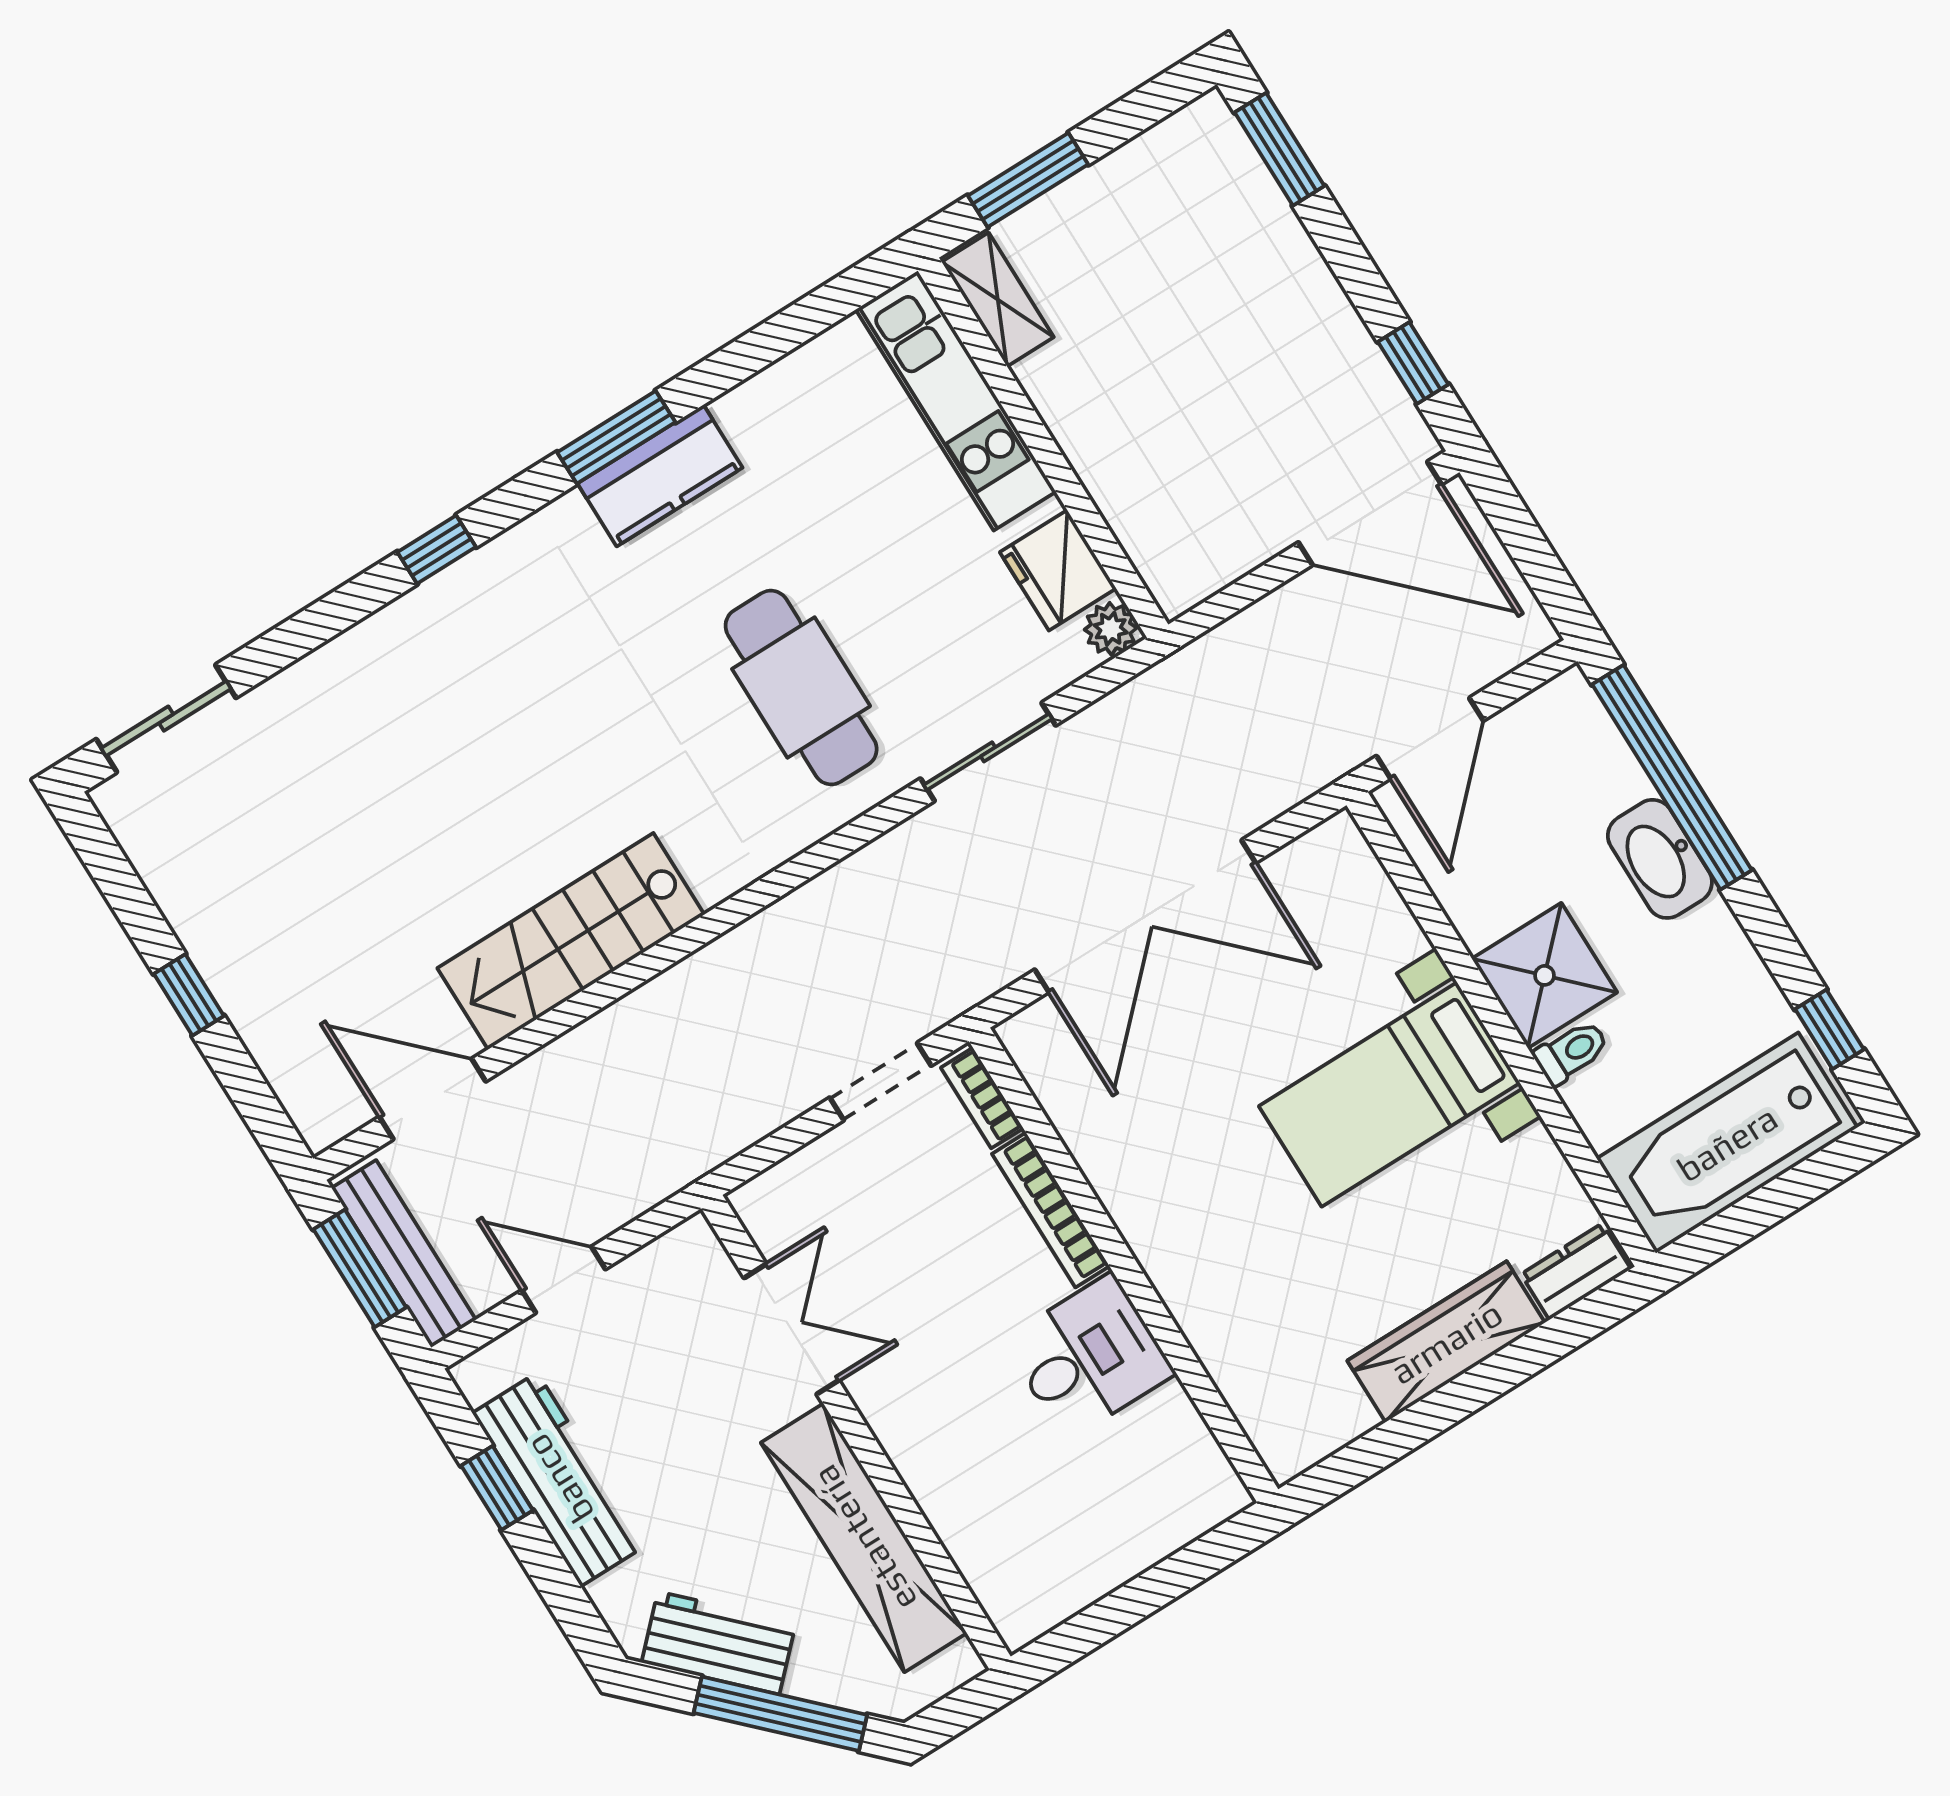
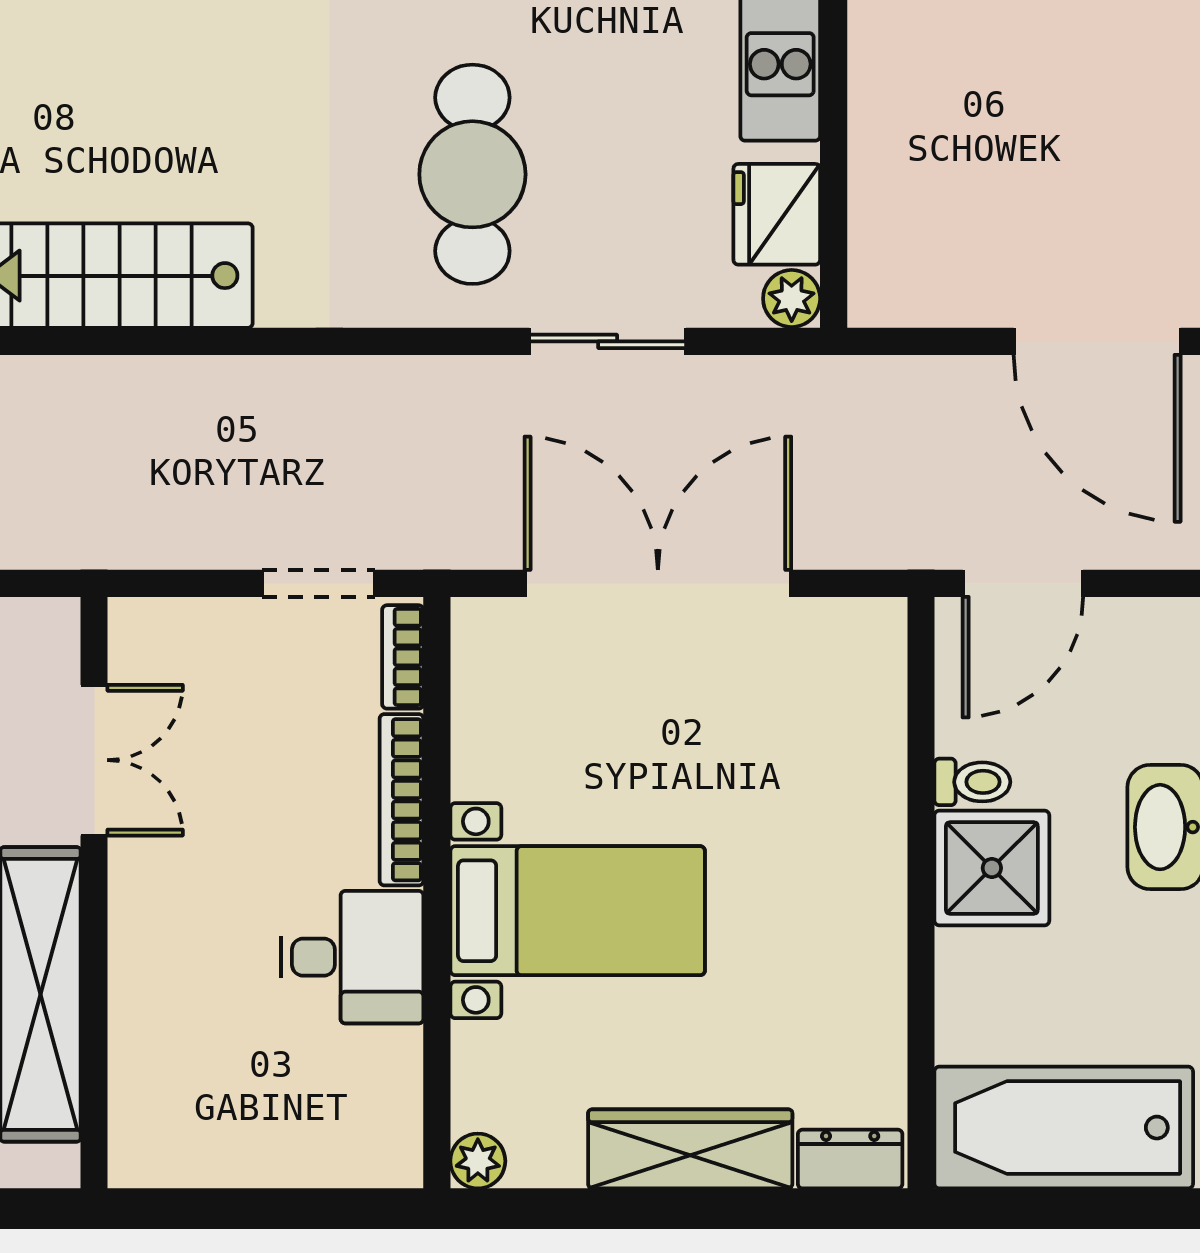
double door: (1145, 916) -> (658, 583), swing flipped
toilet: (1571, 1052) -> (972, 782), moved
bed with nightstands: (1389, 1095) -> (578, 911), moved, turned 180
plant: (1286, 1455) -> (478, 1161), added

